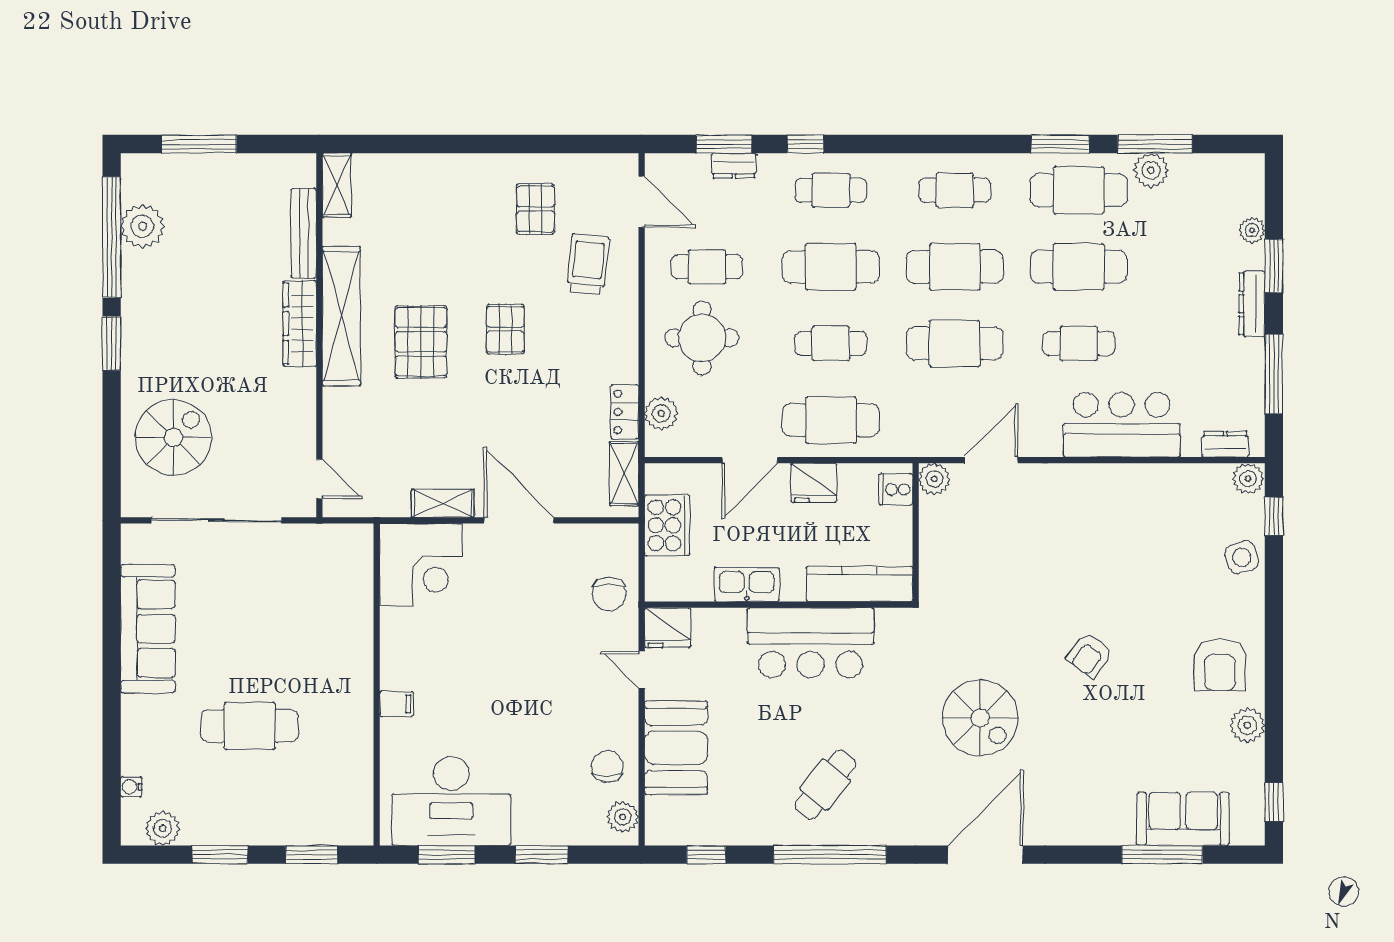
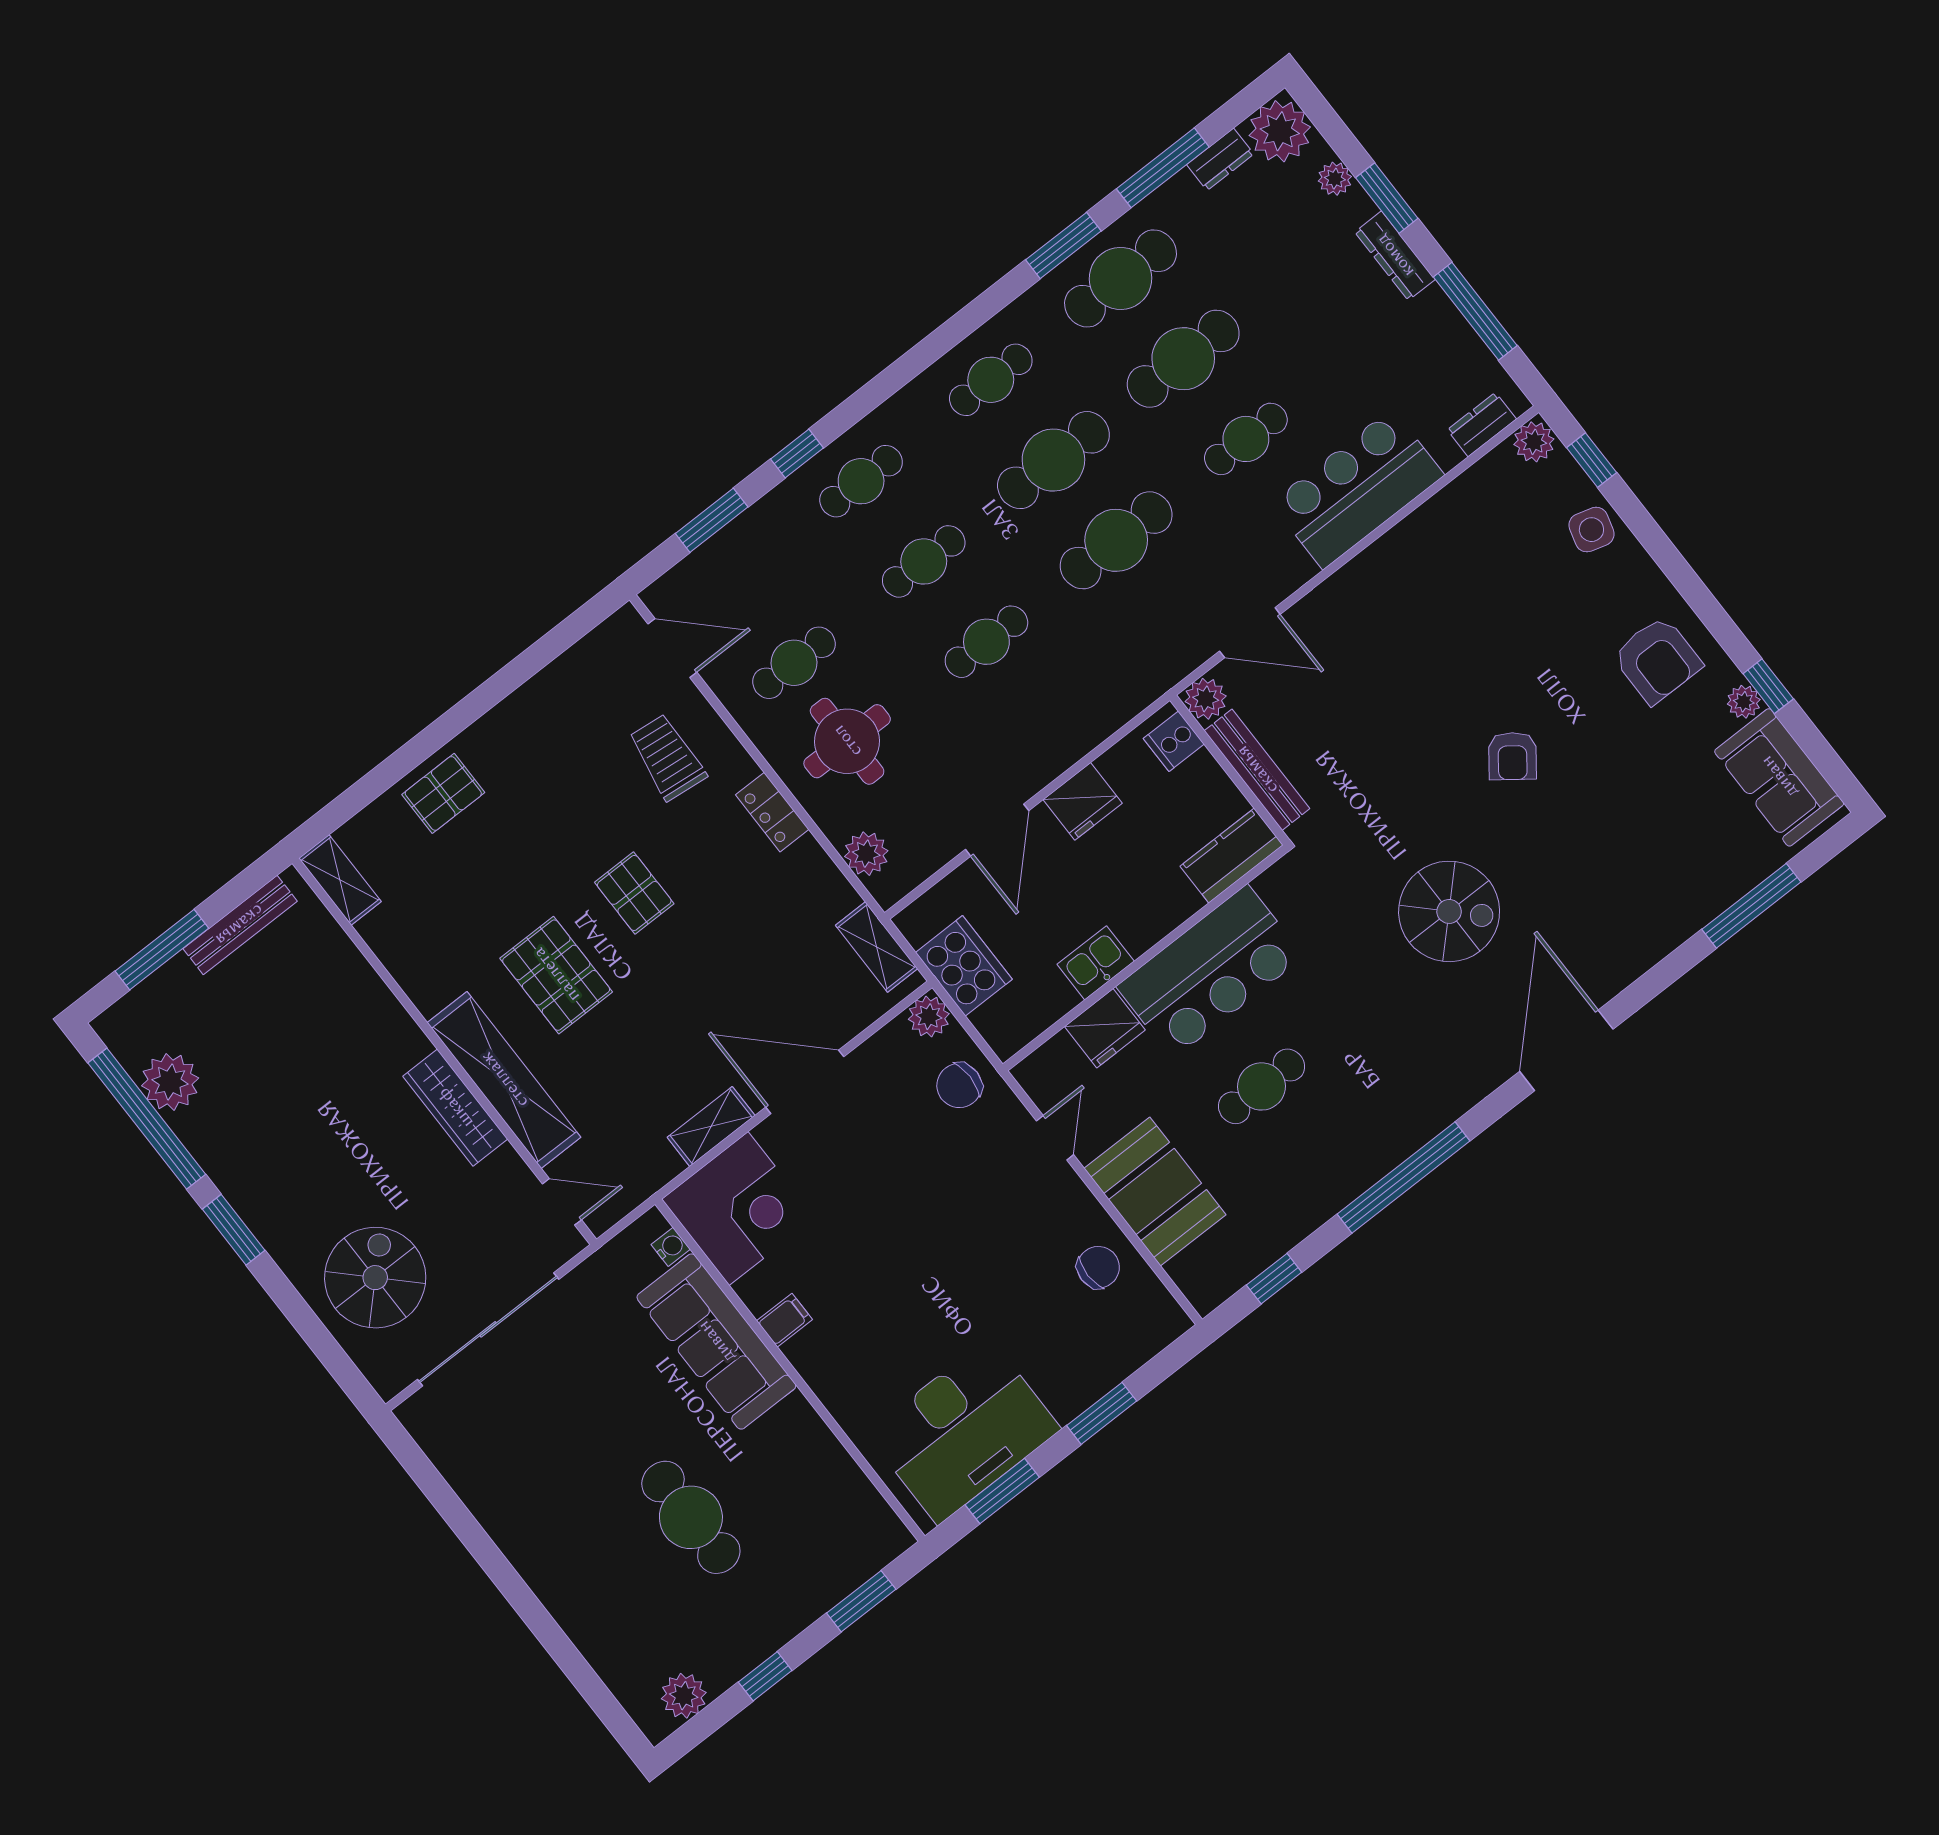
dresser: (734, 166) -> (1220, 159), moved
plant: (1151, 170) -> (1280, 131), moved, width x1.36, depth x1.36
pallet: (535, 209) -> (443, 793), moved, turned 90
bench: (304, 233) -> (240, 925), moved, turned 90
cafe table: (831, 267) -> (924, 561), width x0.73, depth x0.74
shelving: (341, 316) -> (504, 1080), moved
wardrobe: (300, 324) -> (455, 1108), moved
locker: (625, 412) -> (772, 812), moved
cafe table: (831, 420) -> (1049, 722), removed
door: (991, 460) -> (1250, 633), swing flipped
bench: (932, 545) -> (1257, 770), added
side table: (1242, 557) -> (1591, 530), turned 35
kitchen counter: (859, 584) -> (1232, 856), width x0.67
kitchen sink: (747, 585) -> (1096, 963), width x0.73
chair: (609, 594) -> (959, 1085), turned 90
fridge: (668, 628) -> (1105, 1028), moved
sofa: (148, 629) -> (716, 1342), moved, turned 180
door: (642, 670) -> (1055, 1138), swing flipped
filing cabinet: (396, 704) -> (784, 1320), moved
plant: (1247, 725) -> (1744, 702), width x0.73, depth x0.73
cafe table: (250, 726) -> (691, 1517), turned 90
chair: (607, 766) -> (1098, 1267), turned 90
cafe table: (825, 785) -> (1262, 1086), moved, turned 52
water cooler: (131, 787) -> (671, 1247), moved, turned 180
window: (1274, 802) -> (1768, 686), moved
plant: (623, 817) -> (929, 1017), moved
sofa: (1183, 819) -> (1779, 777), moved, turned -90
window: (220, 855) -> (765, 1676), width x0.67

